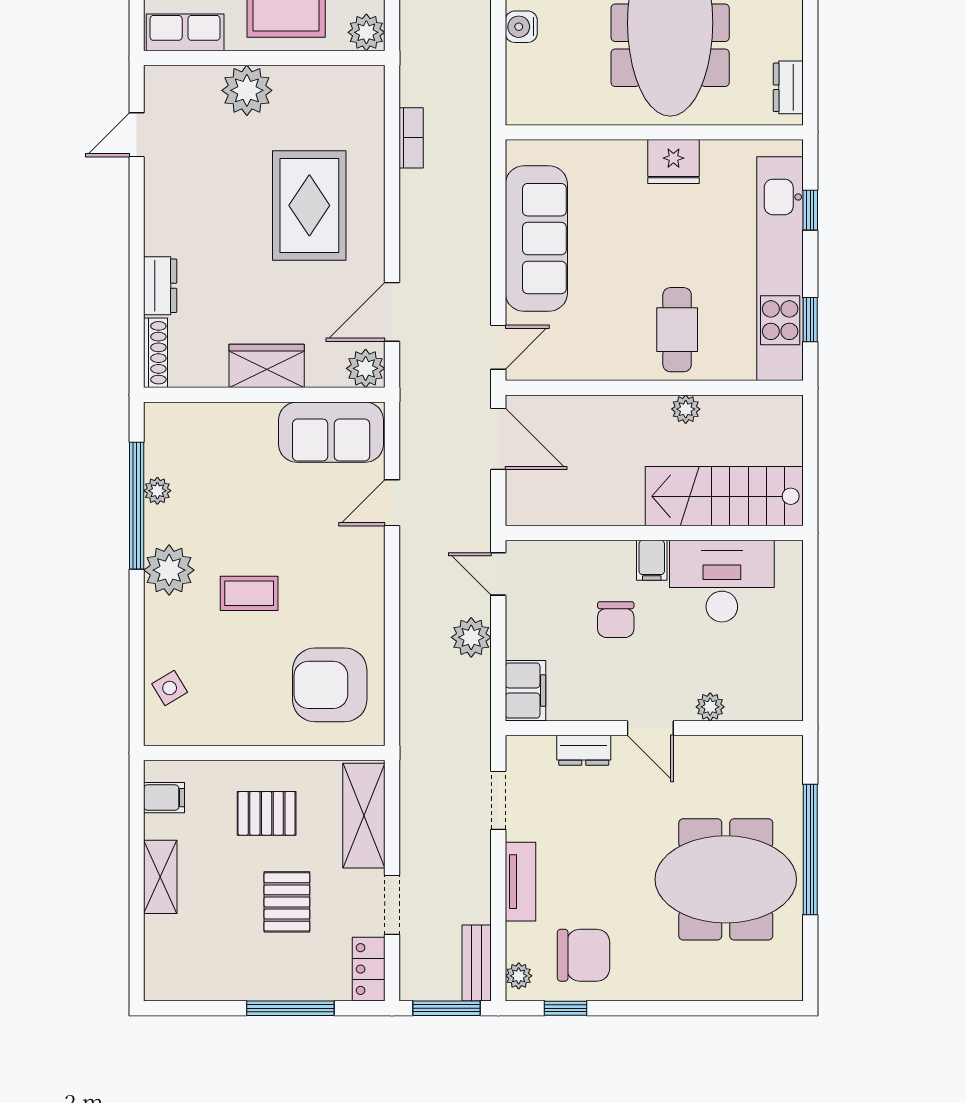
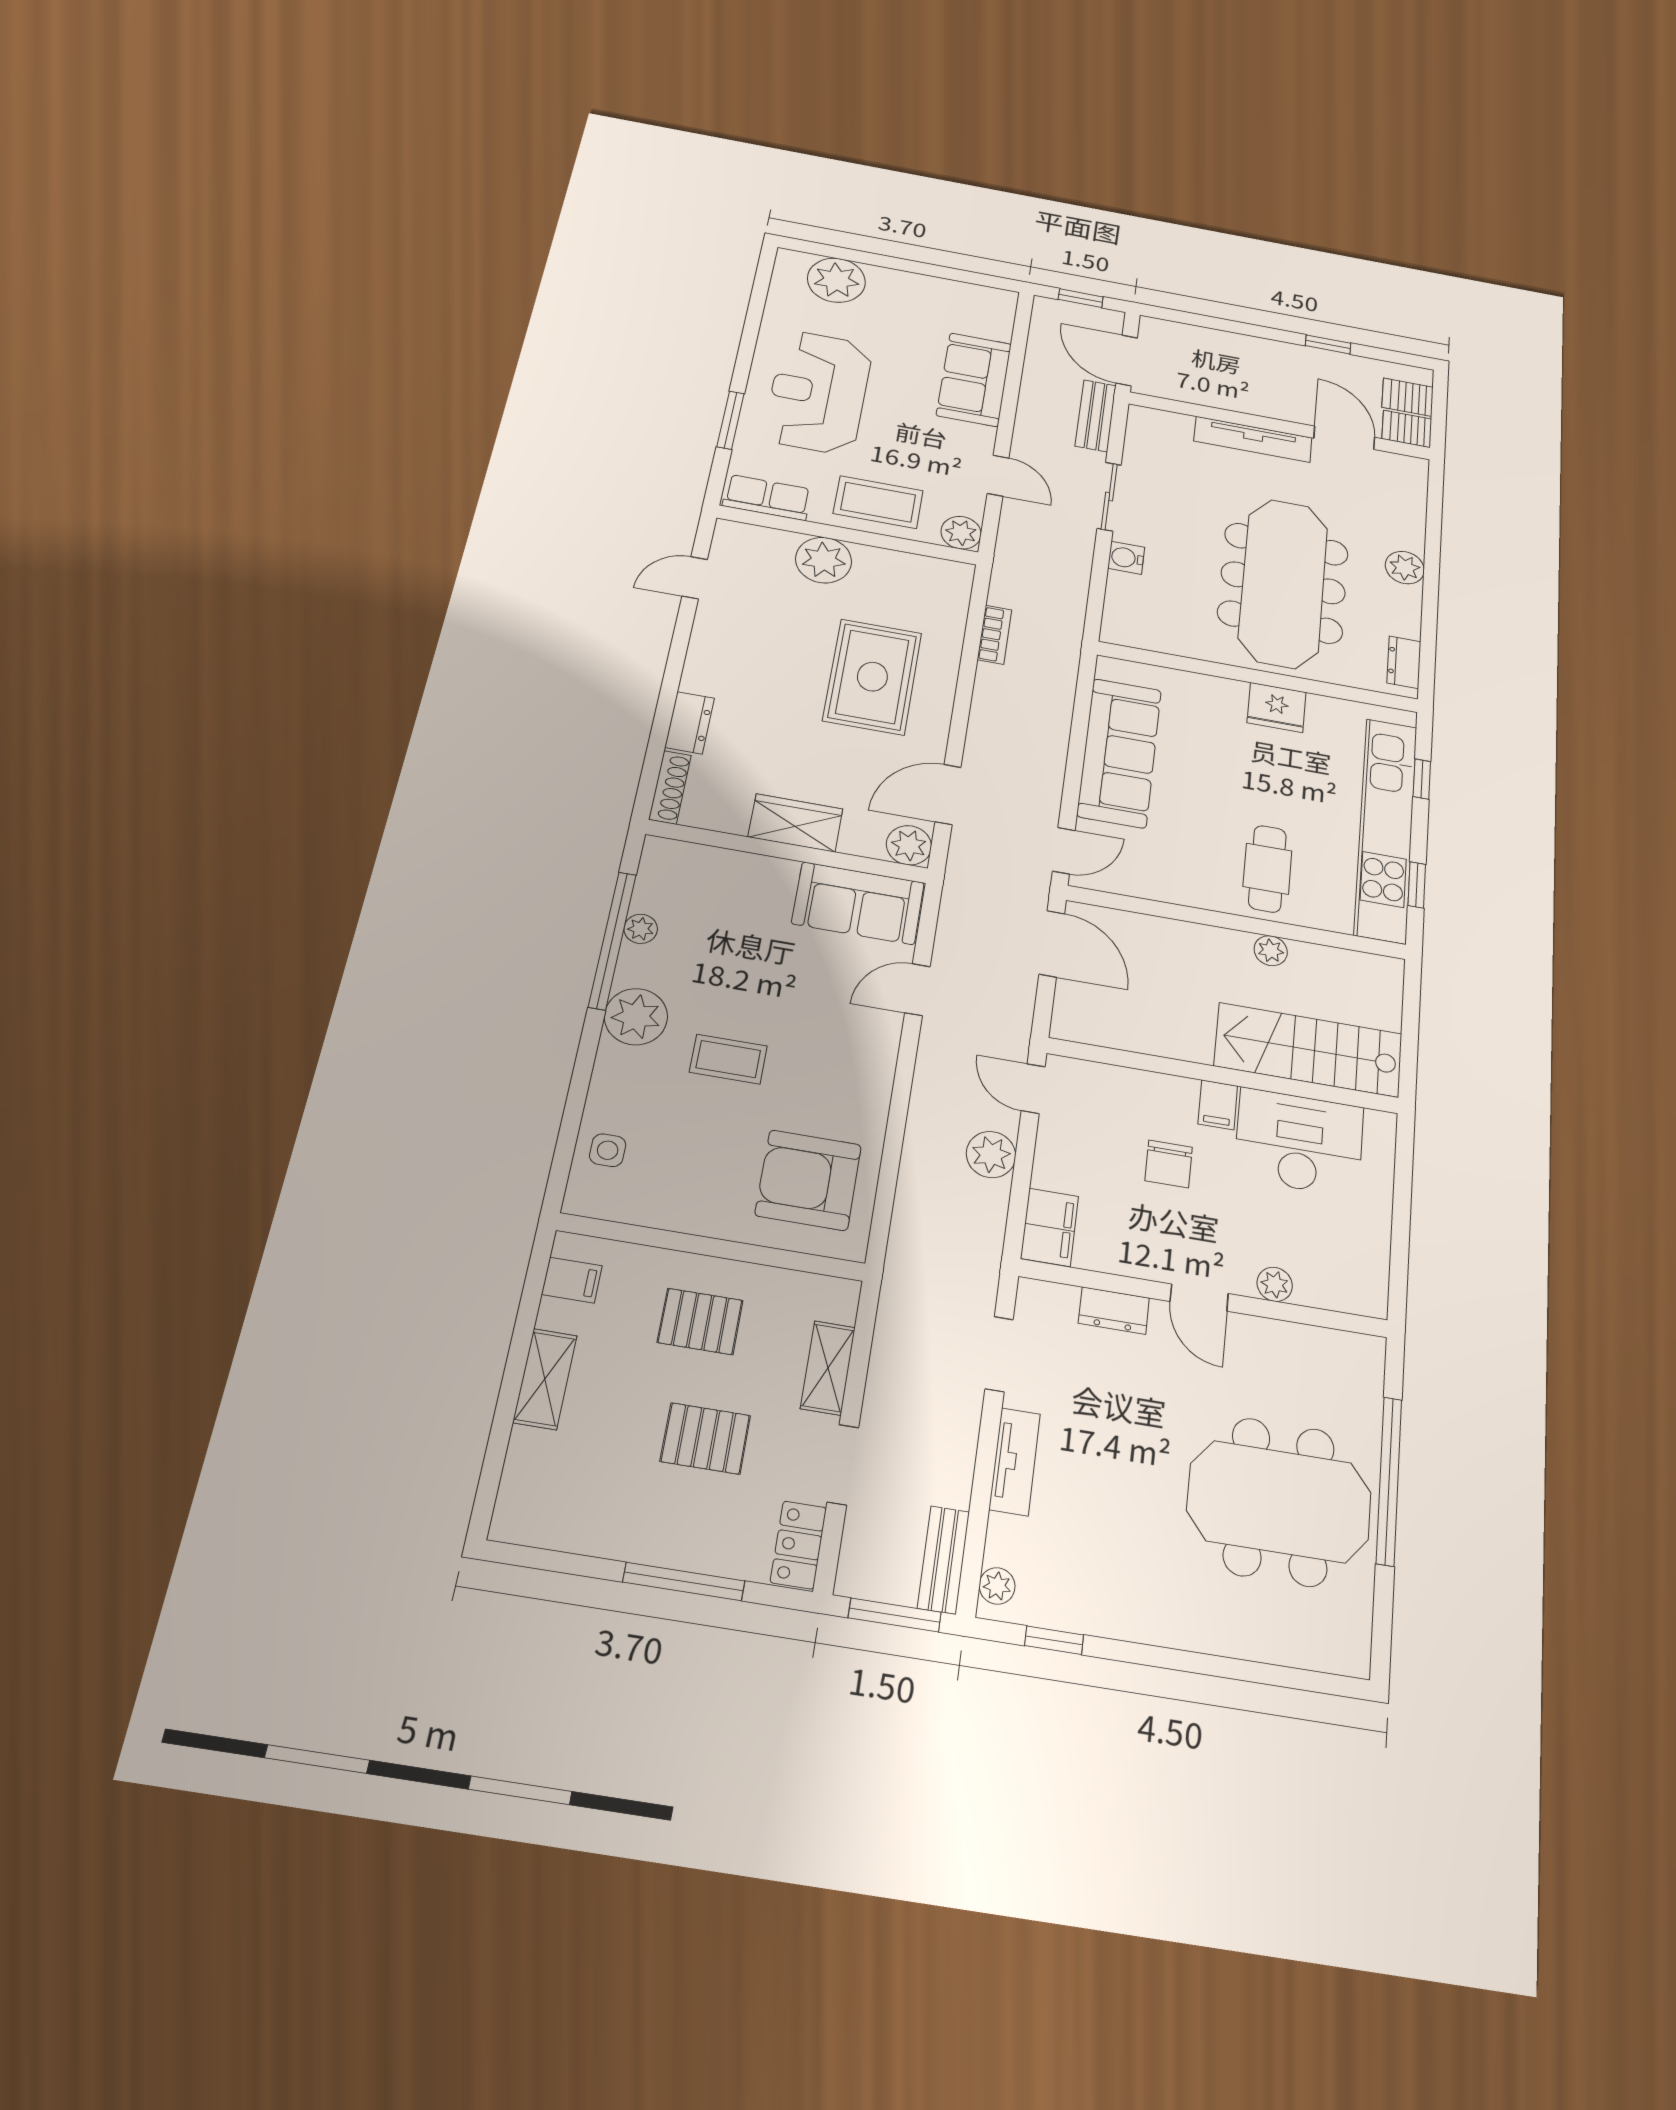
side table: (170, 688) -> (608, 1150), turned 31
shelving: (364, 816) -> (828, 1368), width x0.67, depth x0.75
pallet: (287, 902) -> (705, 1438), turned 90
chair: (584, 955) -> (1086, 1572), removed

